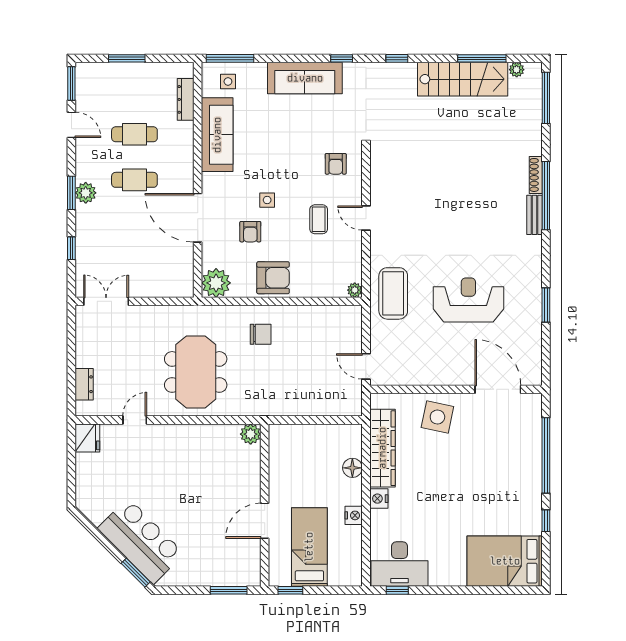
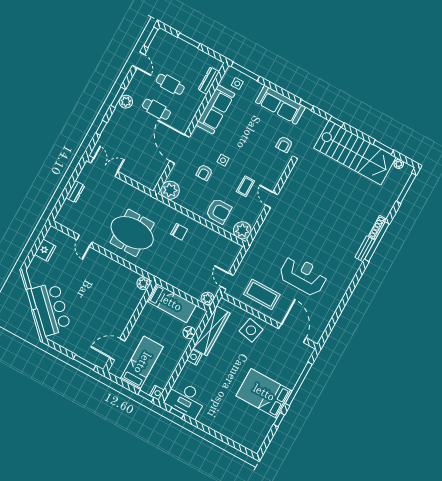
window: (482, 58) -> (383, 147), width x0.69
stairs: (463, 79) -> (355, 153), width x1.36, depth x1.51
armchair: (336, 164) -> (284, 144), moved
armchair: (273, 278) -> (219, 211), moved
plant: (355, 290) -> (242, 230), width x1.88, depth x1.88
coffee table: (393, 293) -> (262, 294), moved, turned 90
window: (546, 305) -> (344, 302), removed
meeting table: (196, 372) -> (132, 233), turned 90
dresser: (84, 384) -> (75, 192), moved
plant: (352, 406) -> (208, 298), added
door: (135, 420) -> (84, 241), swing flipped
fridge: (87, 438) -> (45, 250), moved
bed: (305, 440) -> (171, 303), added
nightstand: (354, 515) -> (157, 393), moved
door: (265, 521) -> (117, 349), moved
bed: (505, 561) -> (264, 393), moved
window: (136, 573) -> (31, 299), moved
window: (290, 590) -> (146, 396), moved

